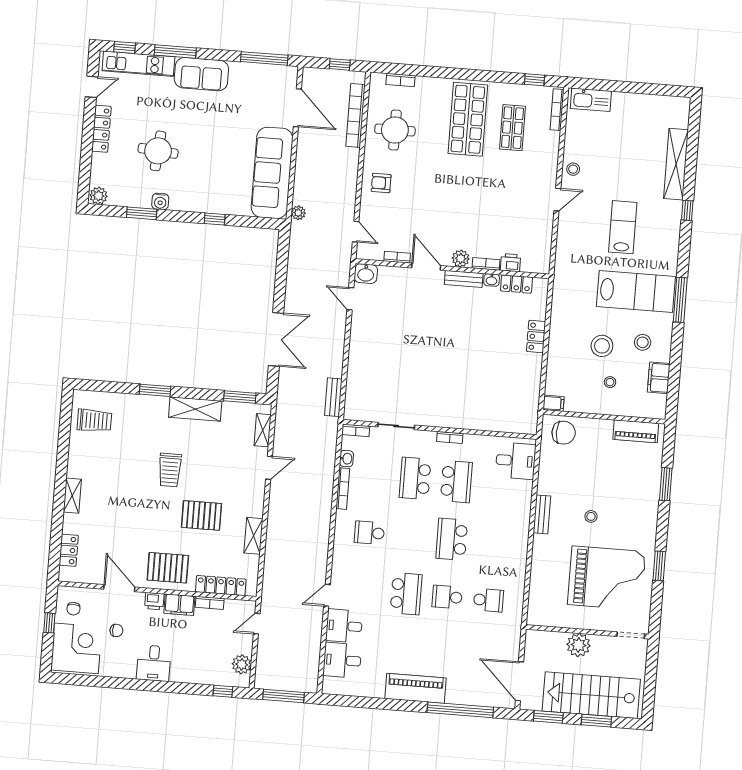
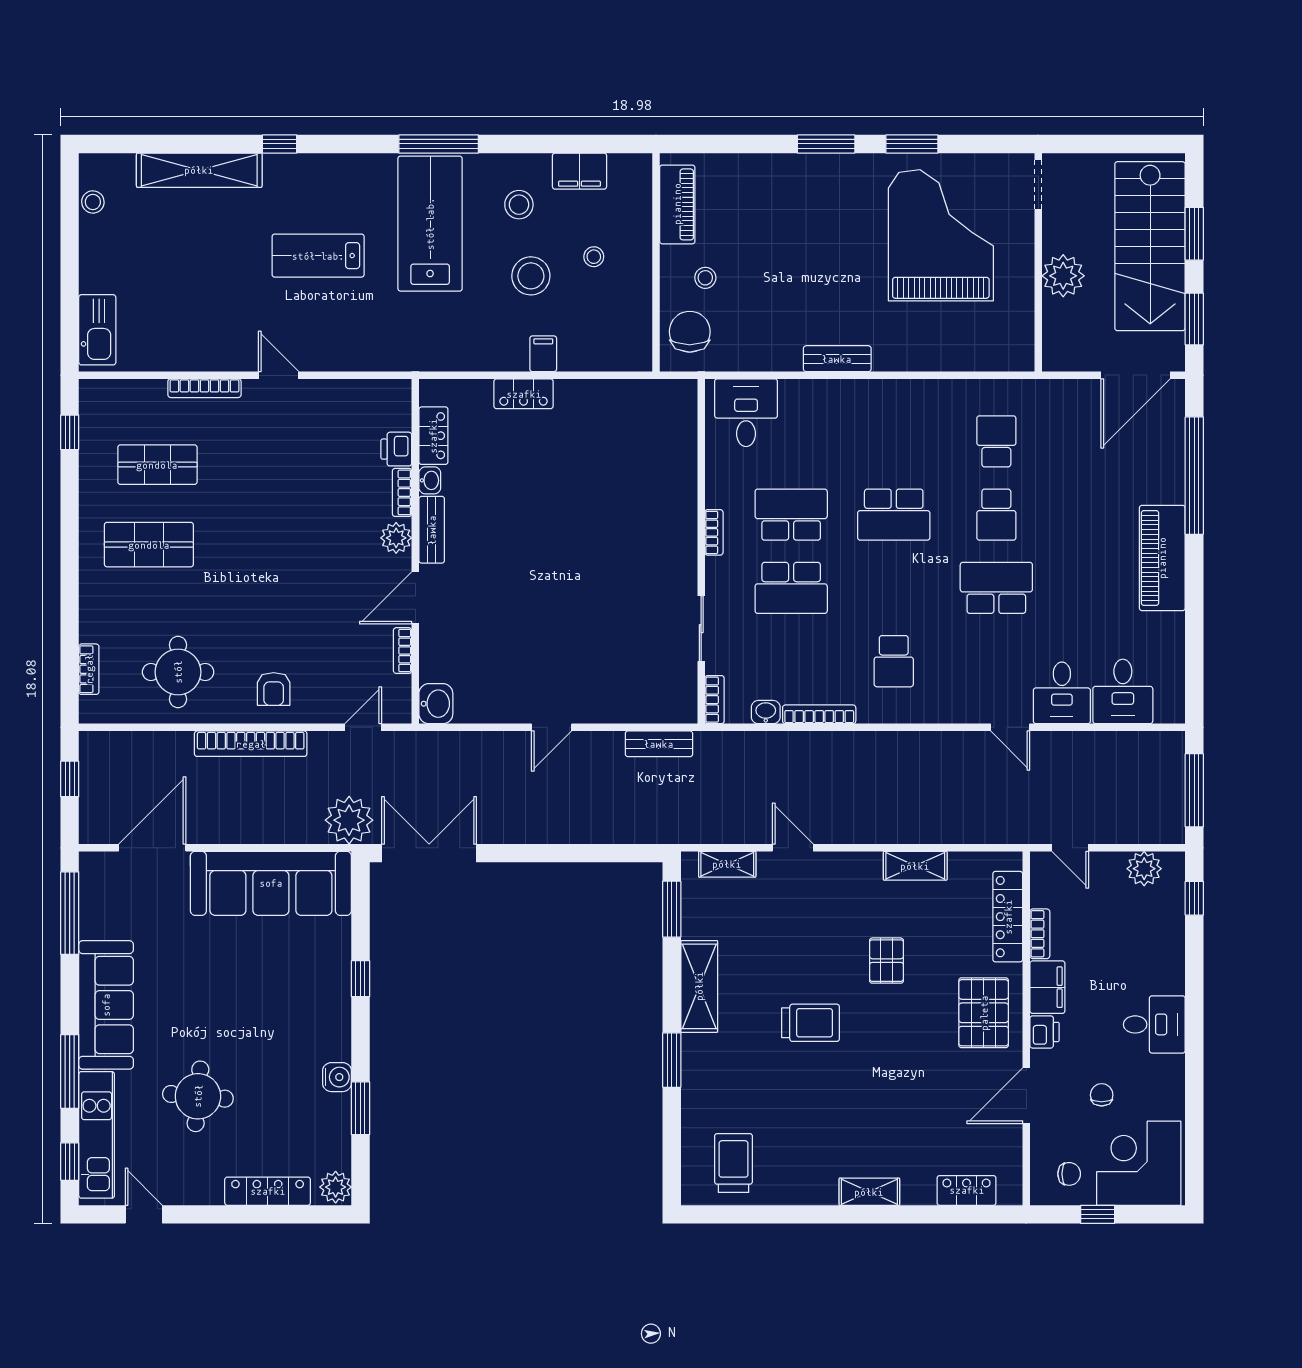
sofa: (201, 74) -> (106, 1005), width x1.36
bookcase: (557, 110) -> (204, 388), moved
bookcase: (356, 115) -> (251, 744), moved
shop shelf: (468, 119) -> (149, 545), width x0.70, depth x0.74
locker: (101, 129) -> (268, 1191), moved
round table: (158, 151) -> (198, 1096), moved
stool: (573, 169) -> (93, 202), moved
plant: (298, 213) -> (349, 820), width x1.87, depth x1.87
door: (350, 299) -> (552, 727), moved
double door: (276, 339) -> (429, 853), moved
filing cabinet: (553, 403) -> (543, 354), moved
window: (666, 484) -> (826, 144), moved
pallet: (201, 515) -> (887, 961), width x0.67, depth x0.71
stool: (591, 516) -> (705, 278), moved

